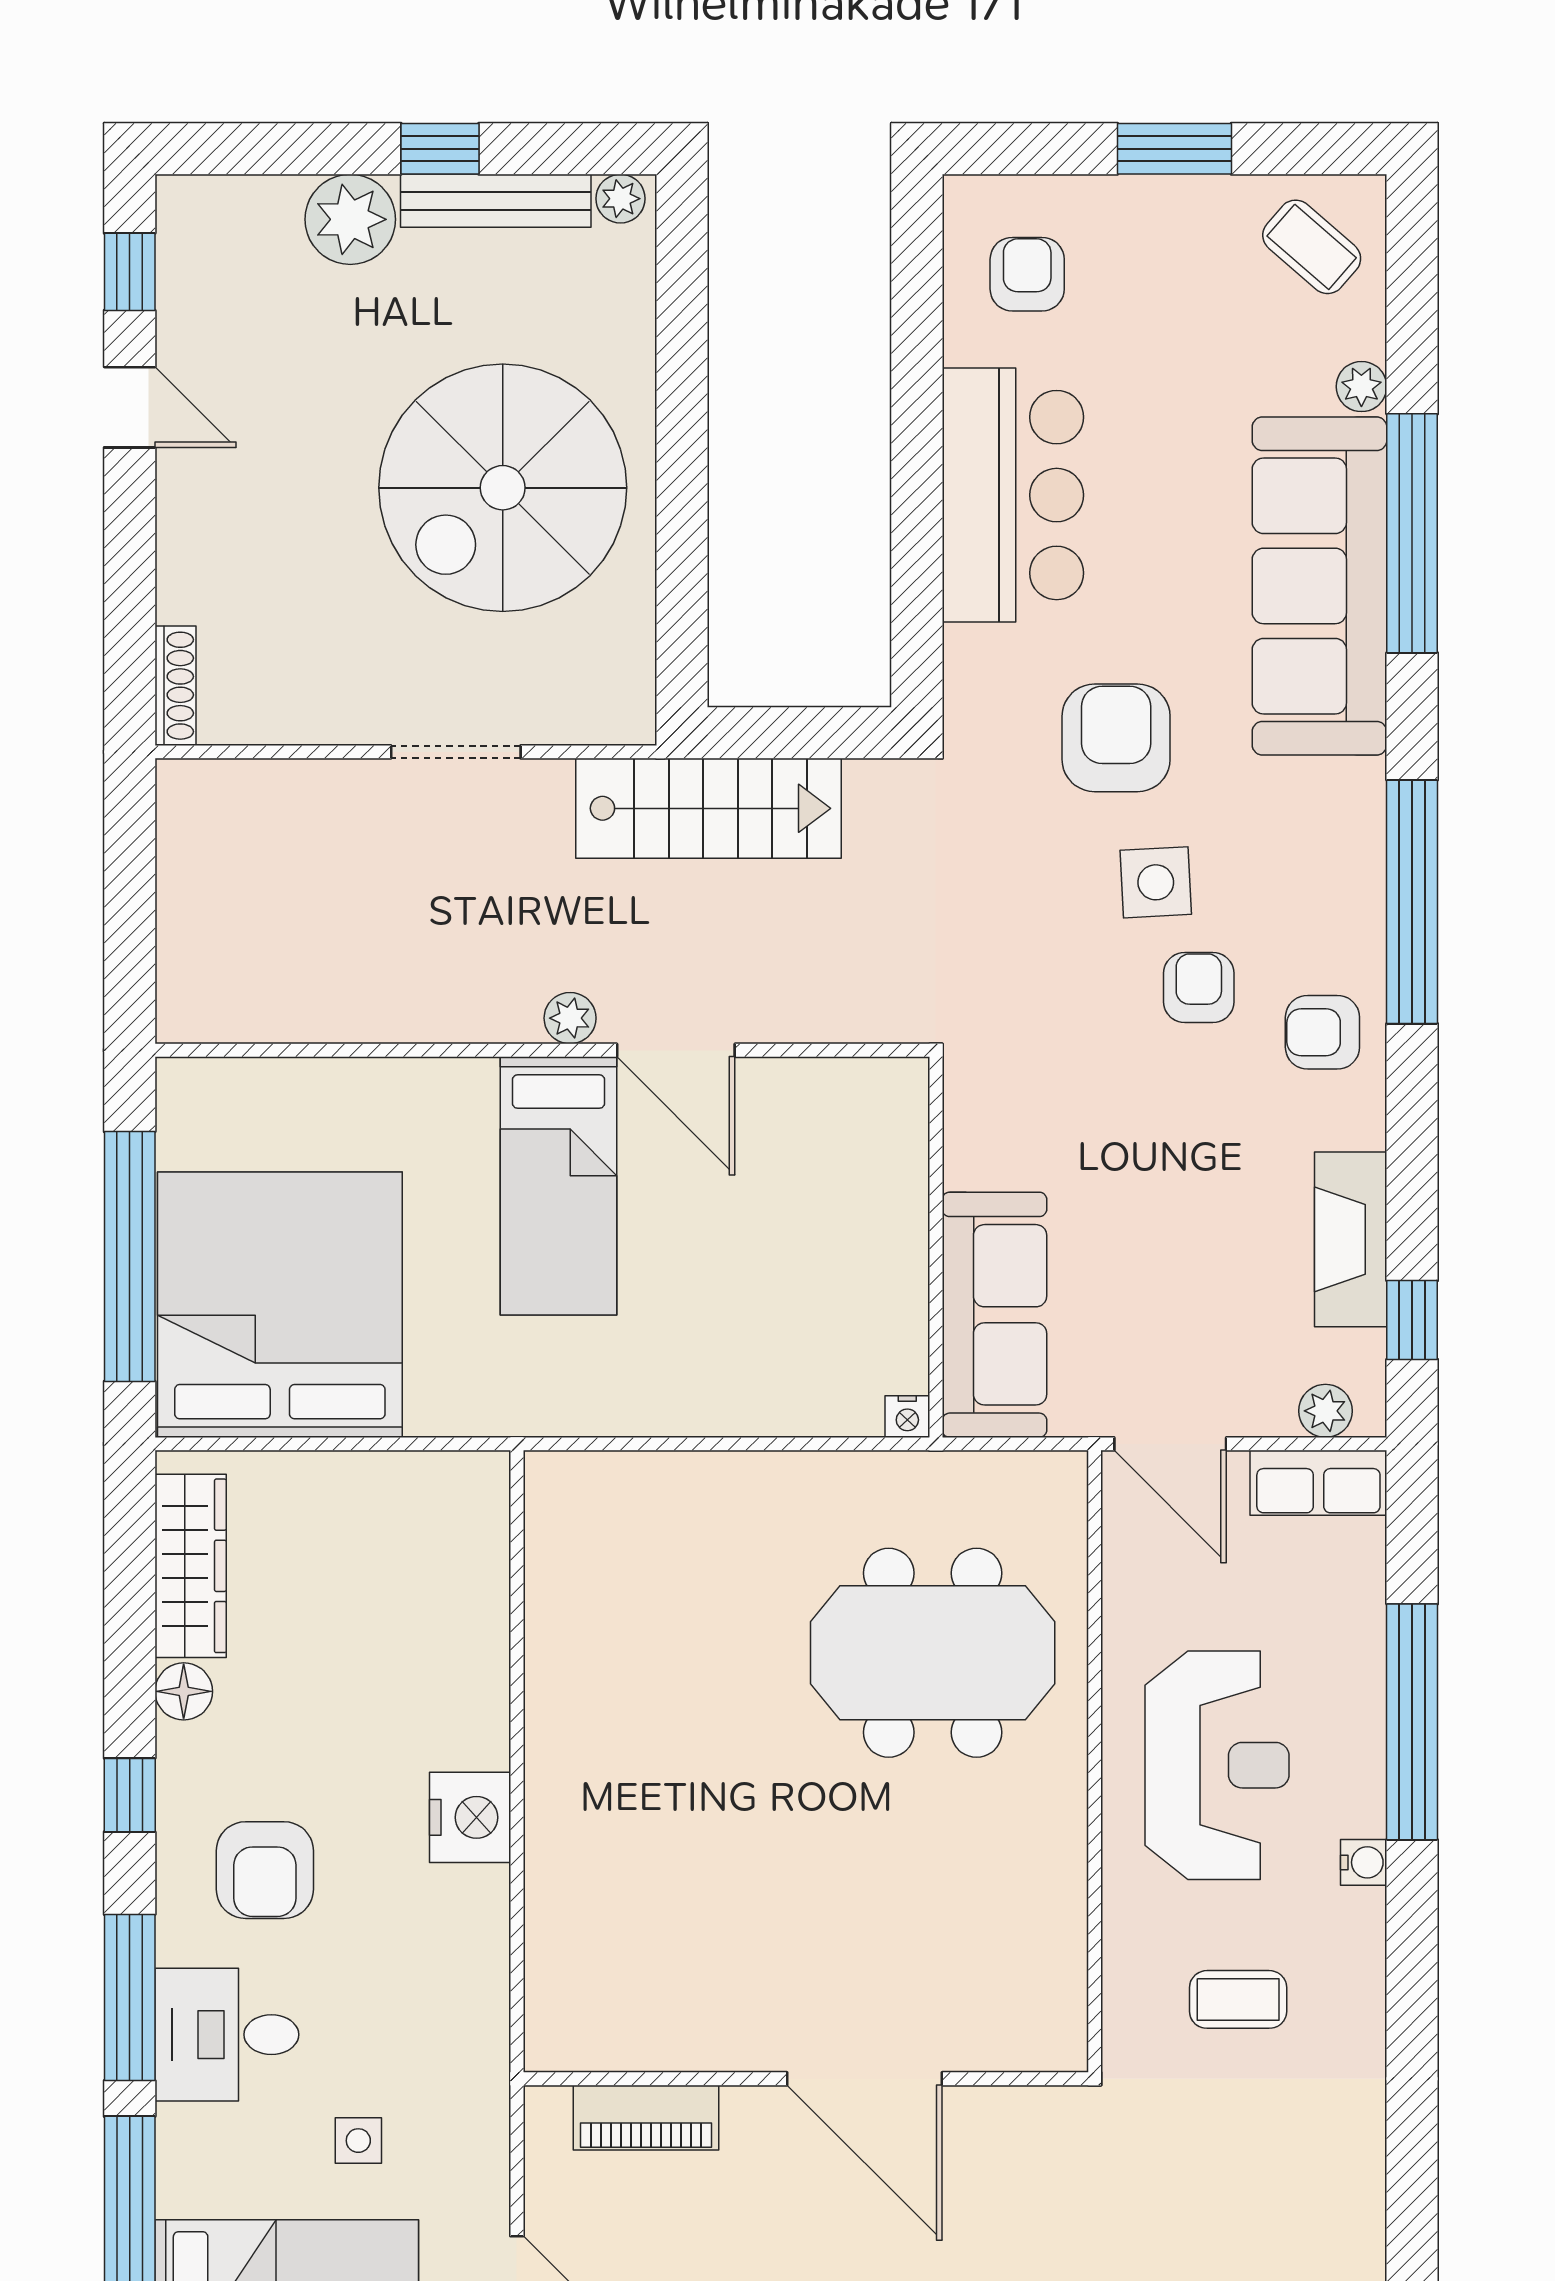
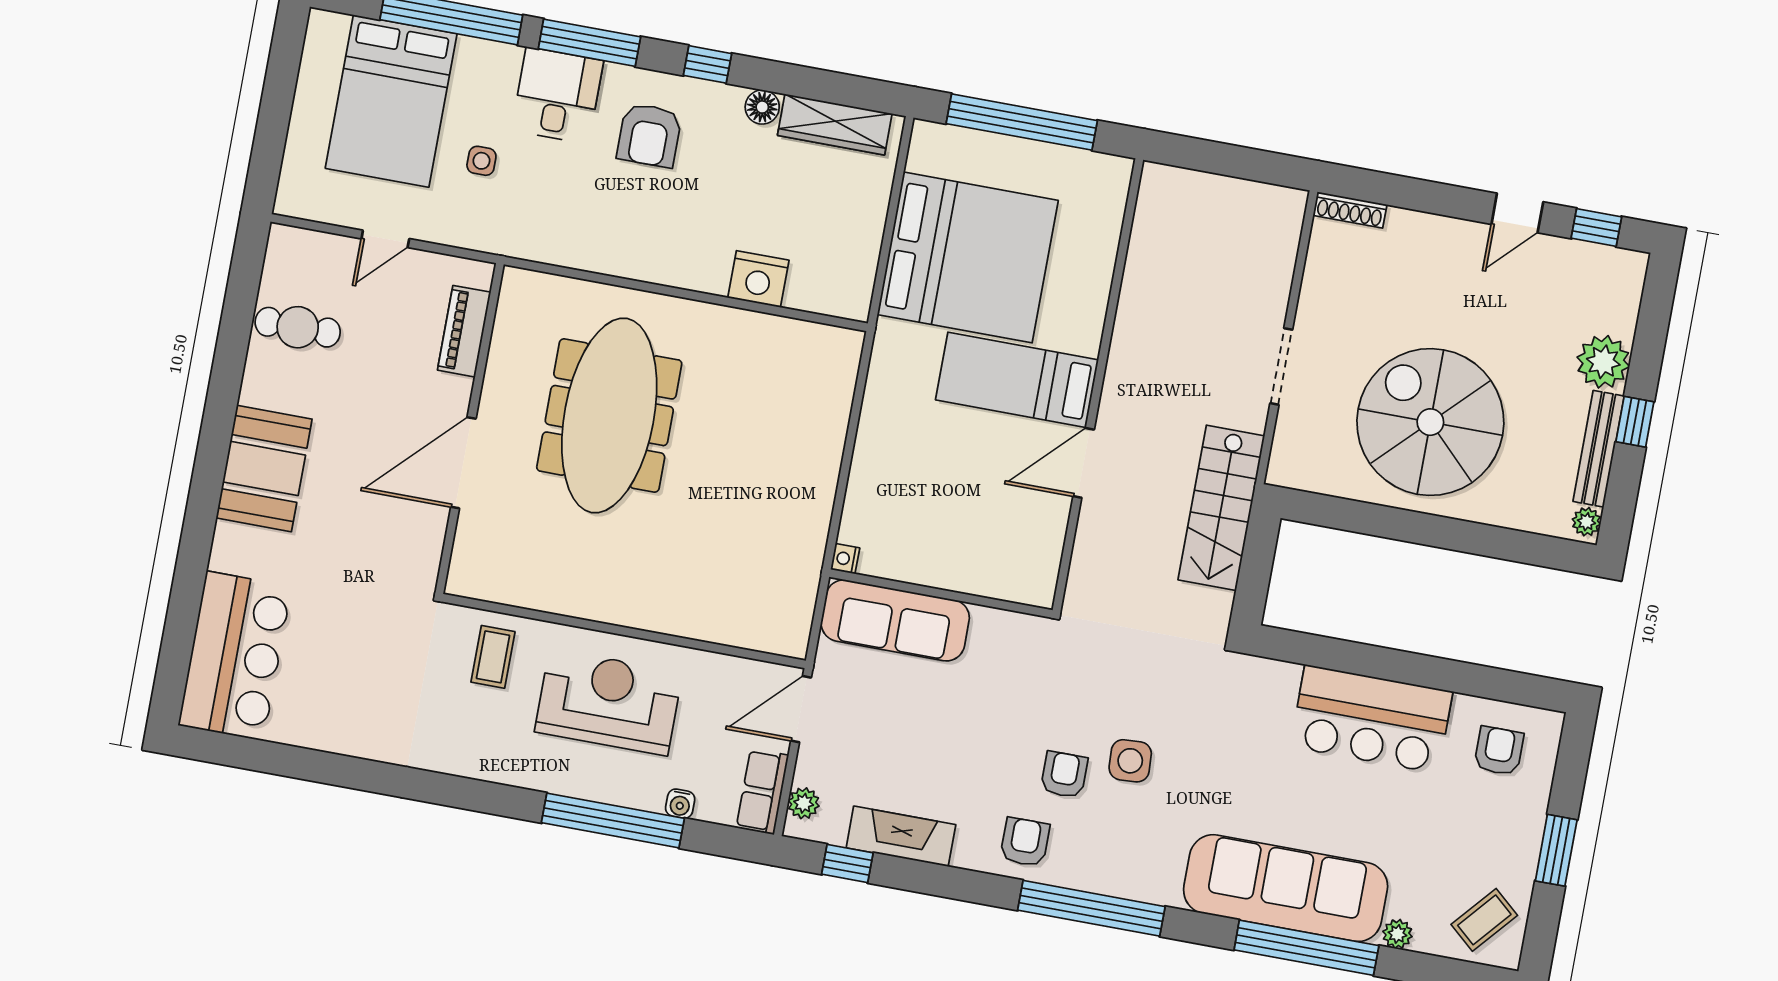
armchair: (1027, 274) -> (1499, 751), turned -90
armchair: (1116, 738) -> (1219, 753), removed
armchair: (1199, 988) -> (1064, 775), turned -90
plant: (570, 1018) -> (1114, 405), removed
bed: (280, 1305) -> (968, 257), moved
meeting table: (933, 1653) -> (609, 416), moved, width x1.36
reception desk: (1217, 1765) -> (609, 702), turned 180
nightstand: (470, 1817) -> (758, 279), moved
water cooler: (1364, 1862) -> (680, 804), moved
armchair: (265, 1870) -> (649, 135), turned -90
coffee table: (1238, 1999) -> (493, 657), moved

